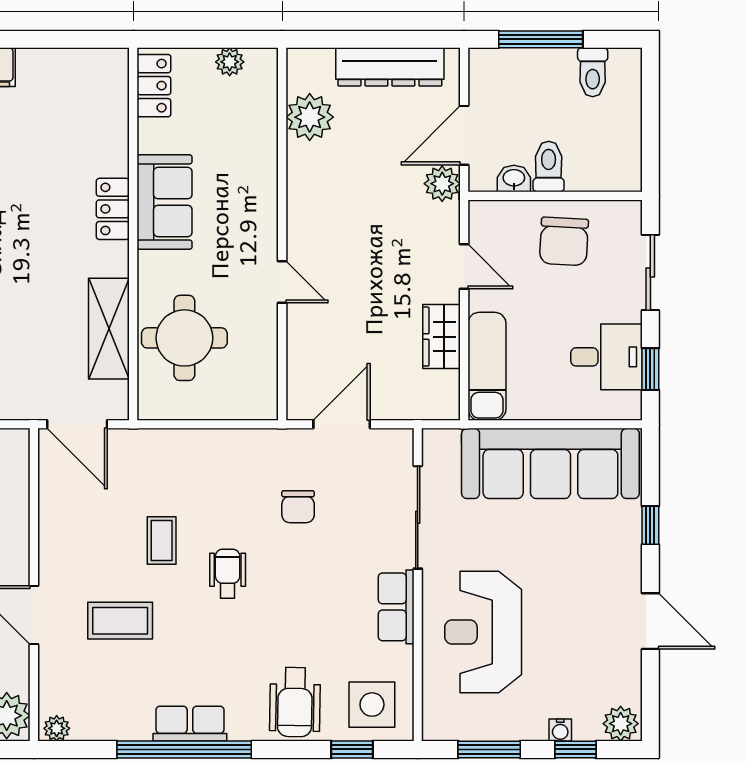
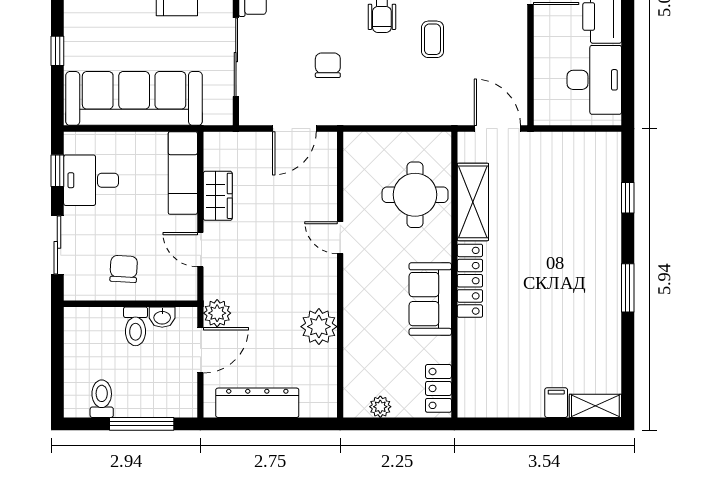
plant: (310, 117) -> (319, 327), moved
locker: (113, 209) -> (470, 281), width x1.53
chair: (564, 241) -> (124, 269), width x0.73, depth x0.73

